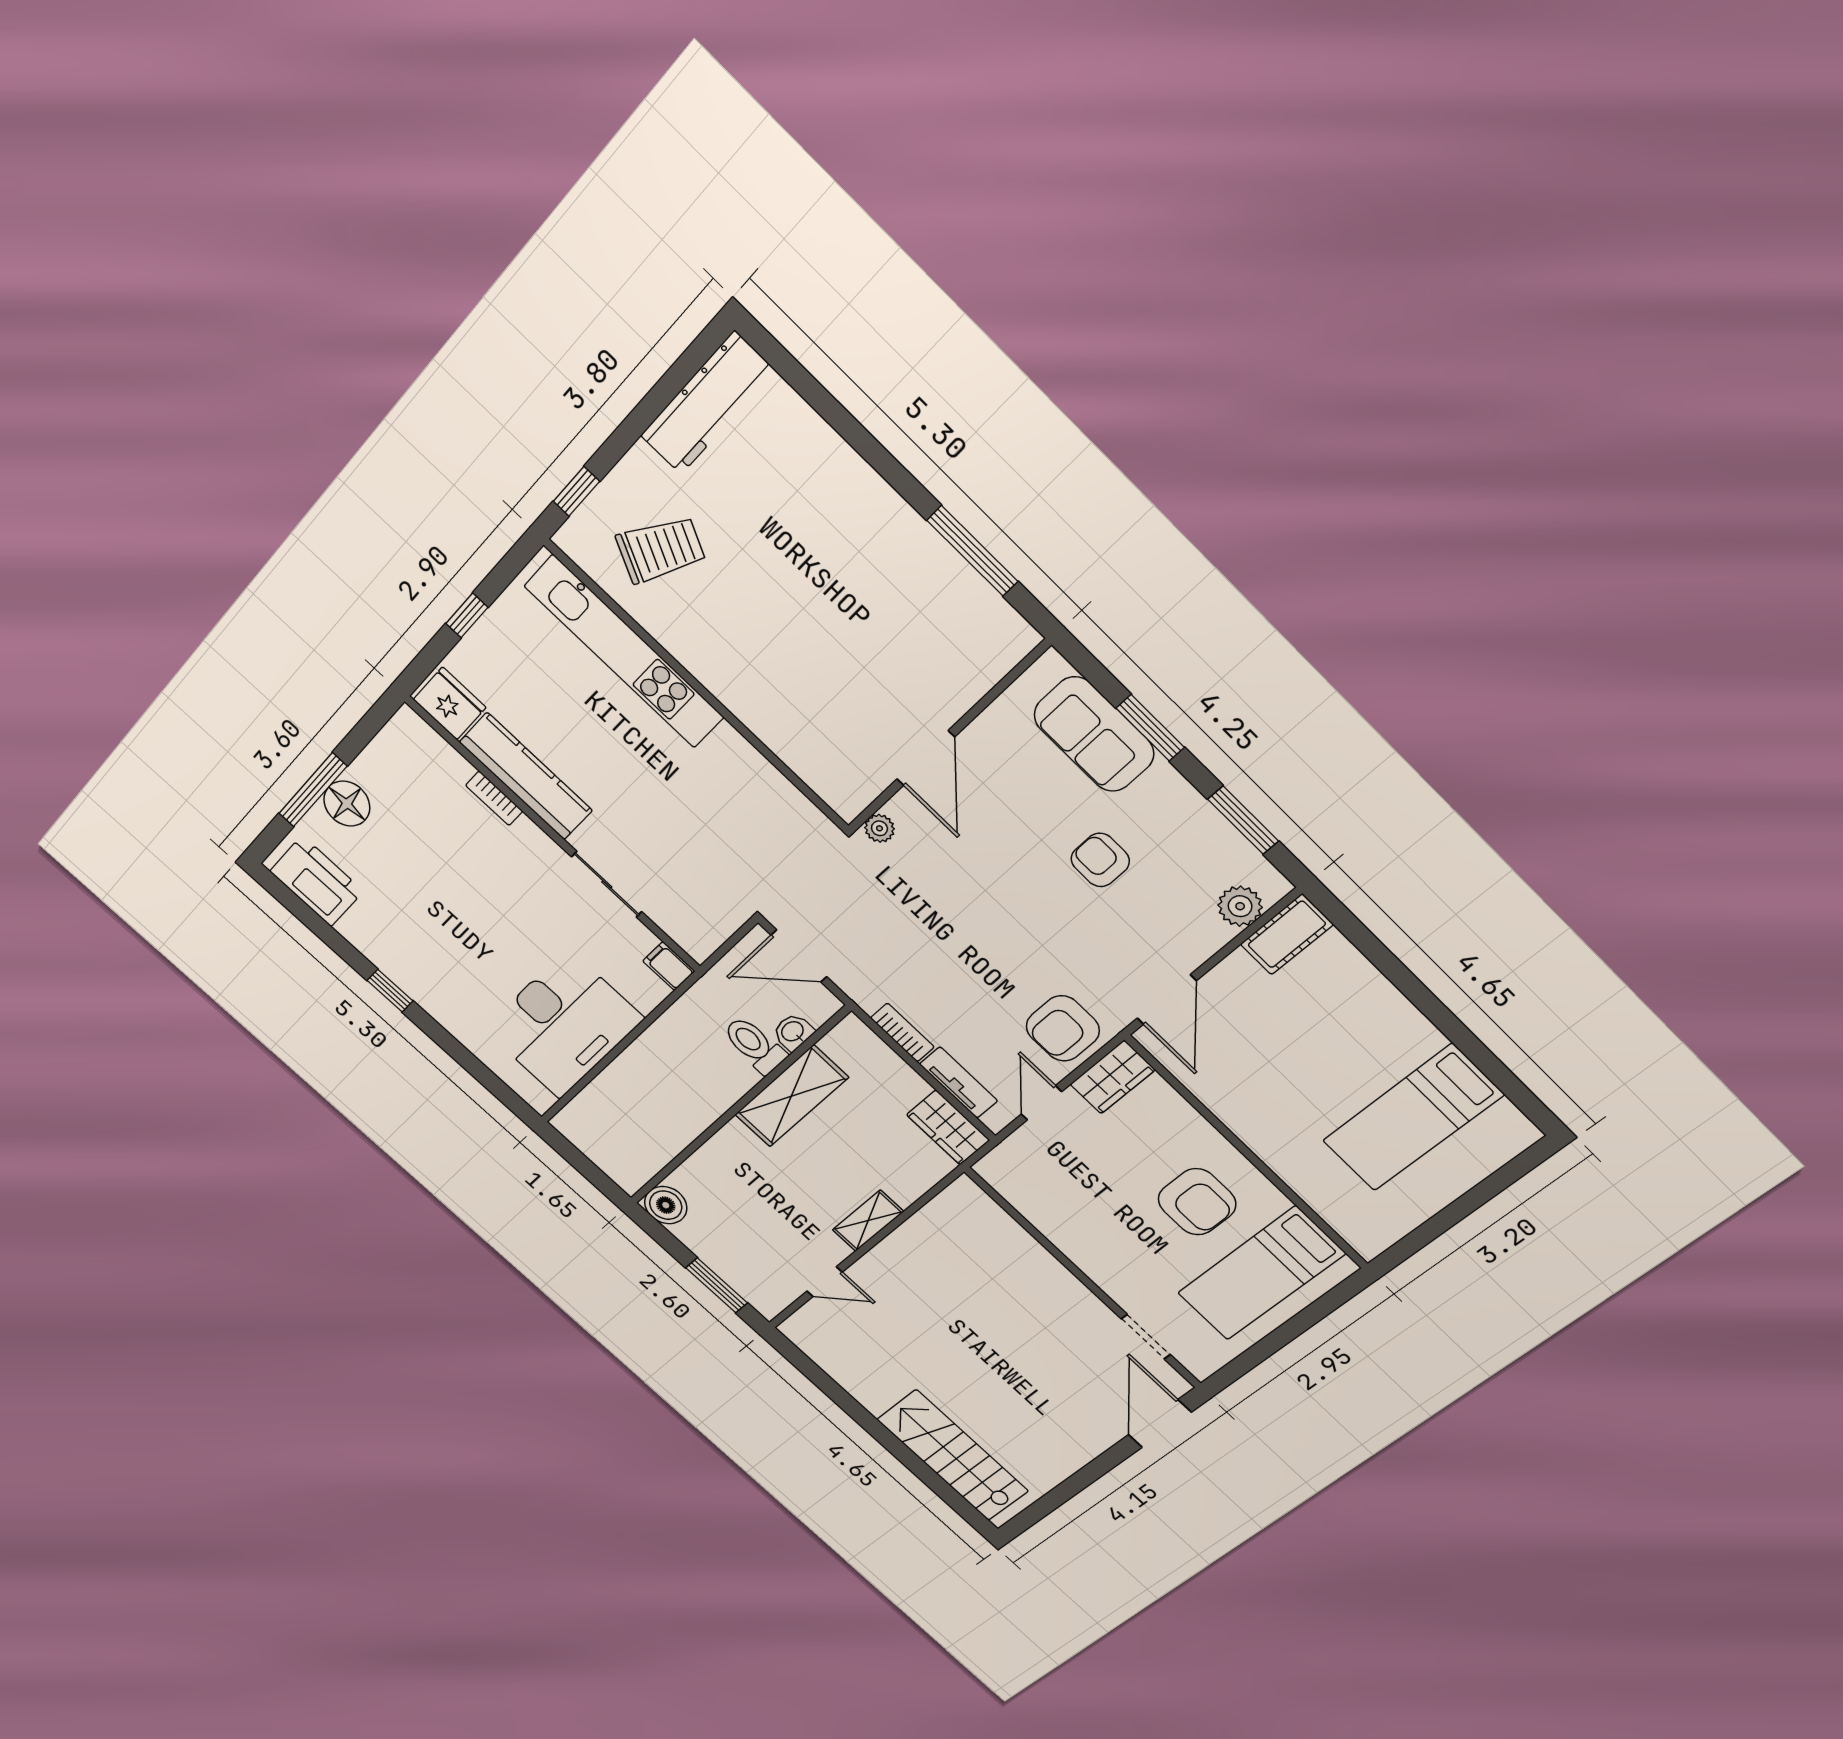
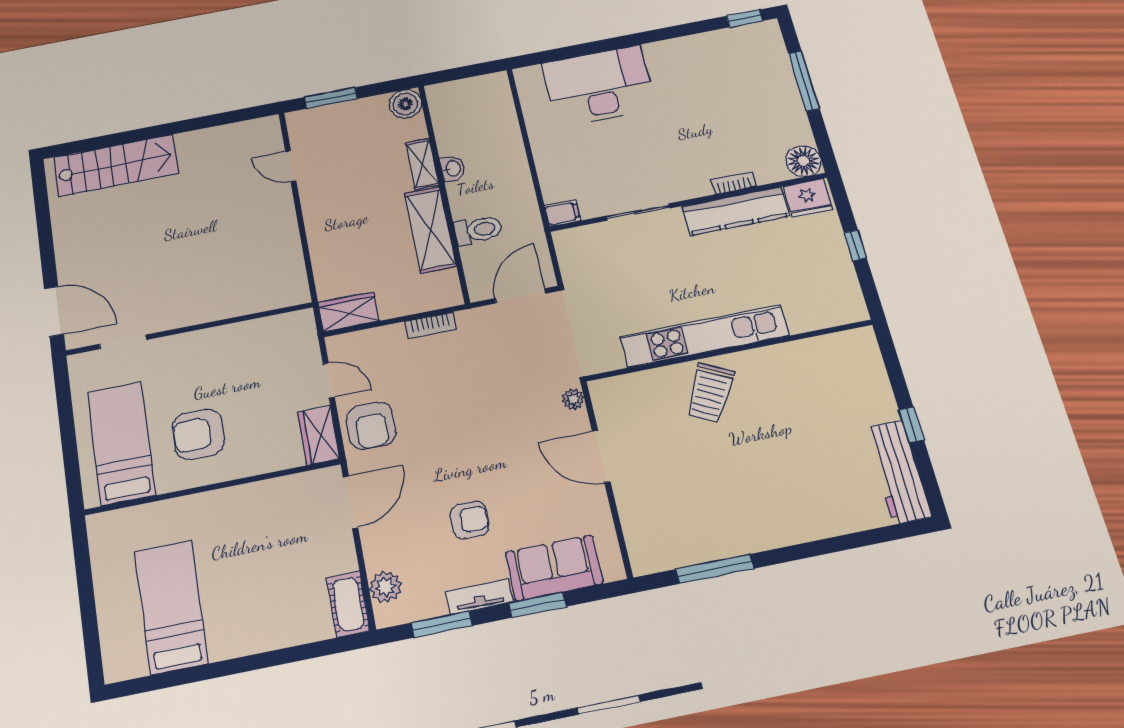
window: (576, 491) -> (911, 425), moved
trolley: (661, 549) -> (710, 393), moved
kitchen unit: (624, 652) -> (704, 336), moved
floor lamp: (347, 804) -> (804, 161), moved
printer: (317, 881) -> (746, 43), removed
window: (390, 991) -> (745, 18), moved
door: (1167, 1000) -> (351, 502), swing flipped
desk: (563, 1024) -> (599, 86), moved, turned 90
armchair: (1063, 1028) -> (371, 426), turned 180
washbasin: (793, 1032) -> (453, 168), moved
tv unit: (959, 1083) -> (479, 597), moved, turned 180
shelving: (868, 1221) -> (422, 164), moved
door: (825, 1282) -> (291, 166), hinge flipped

